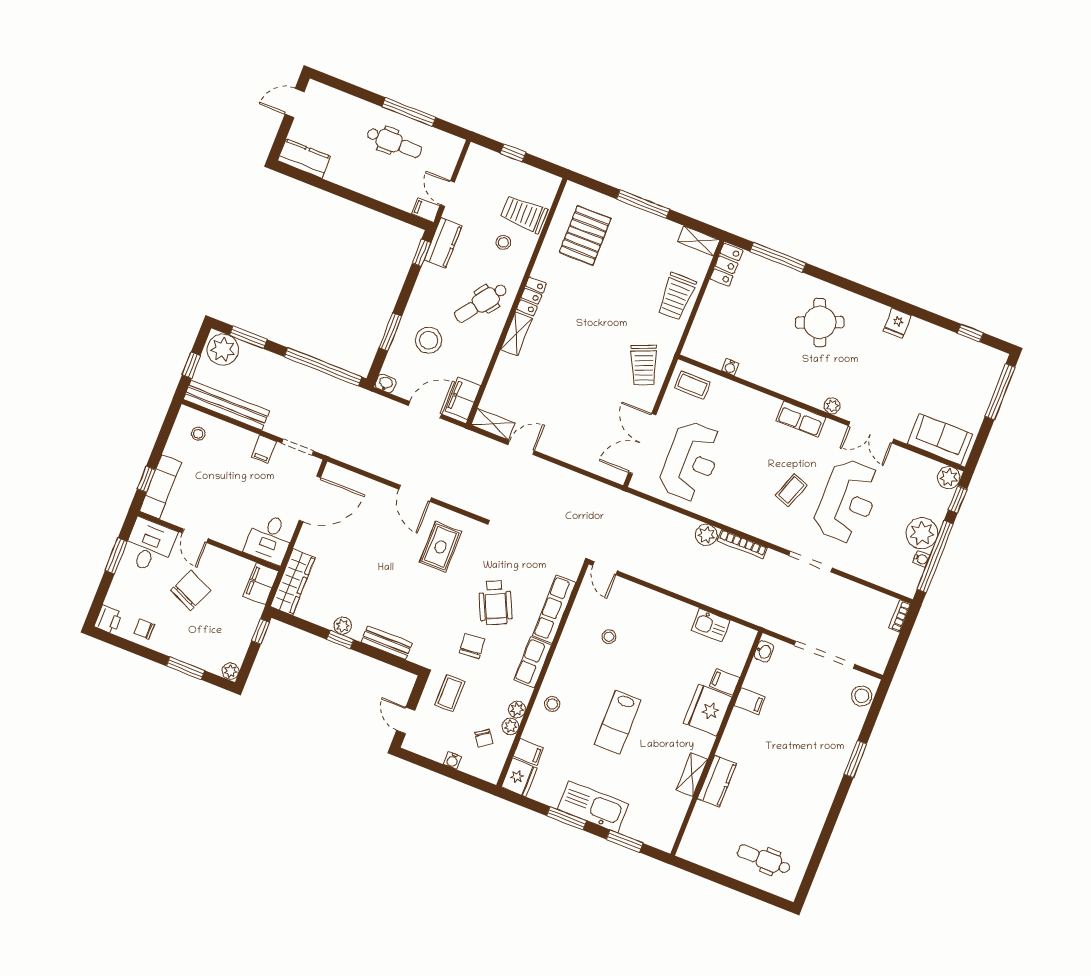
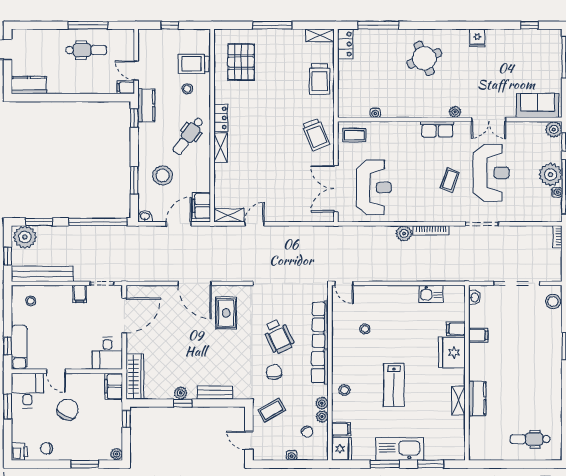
door: (415, 493) -> (195, 283), width x1.36
coffee table: (450, 693) -> (272, 410), turned 60

